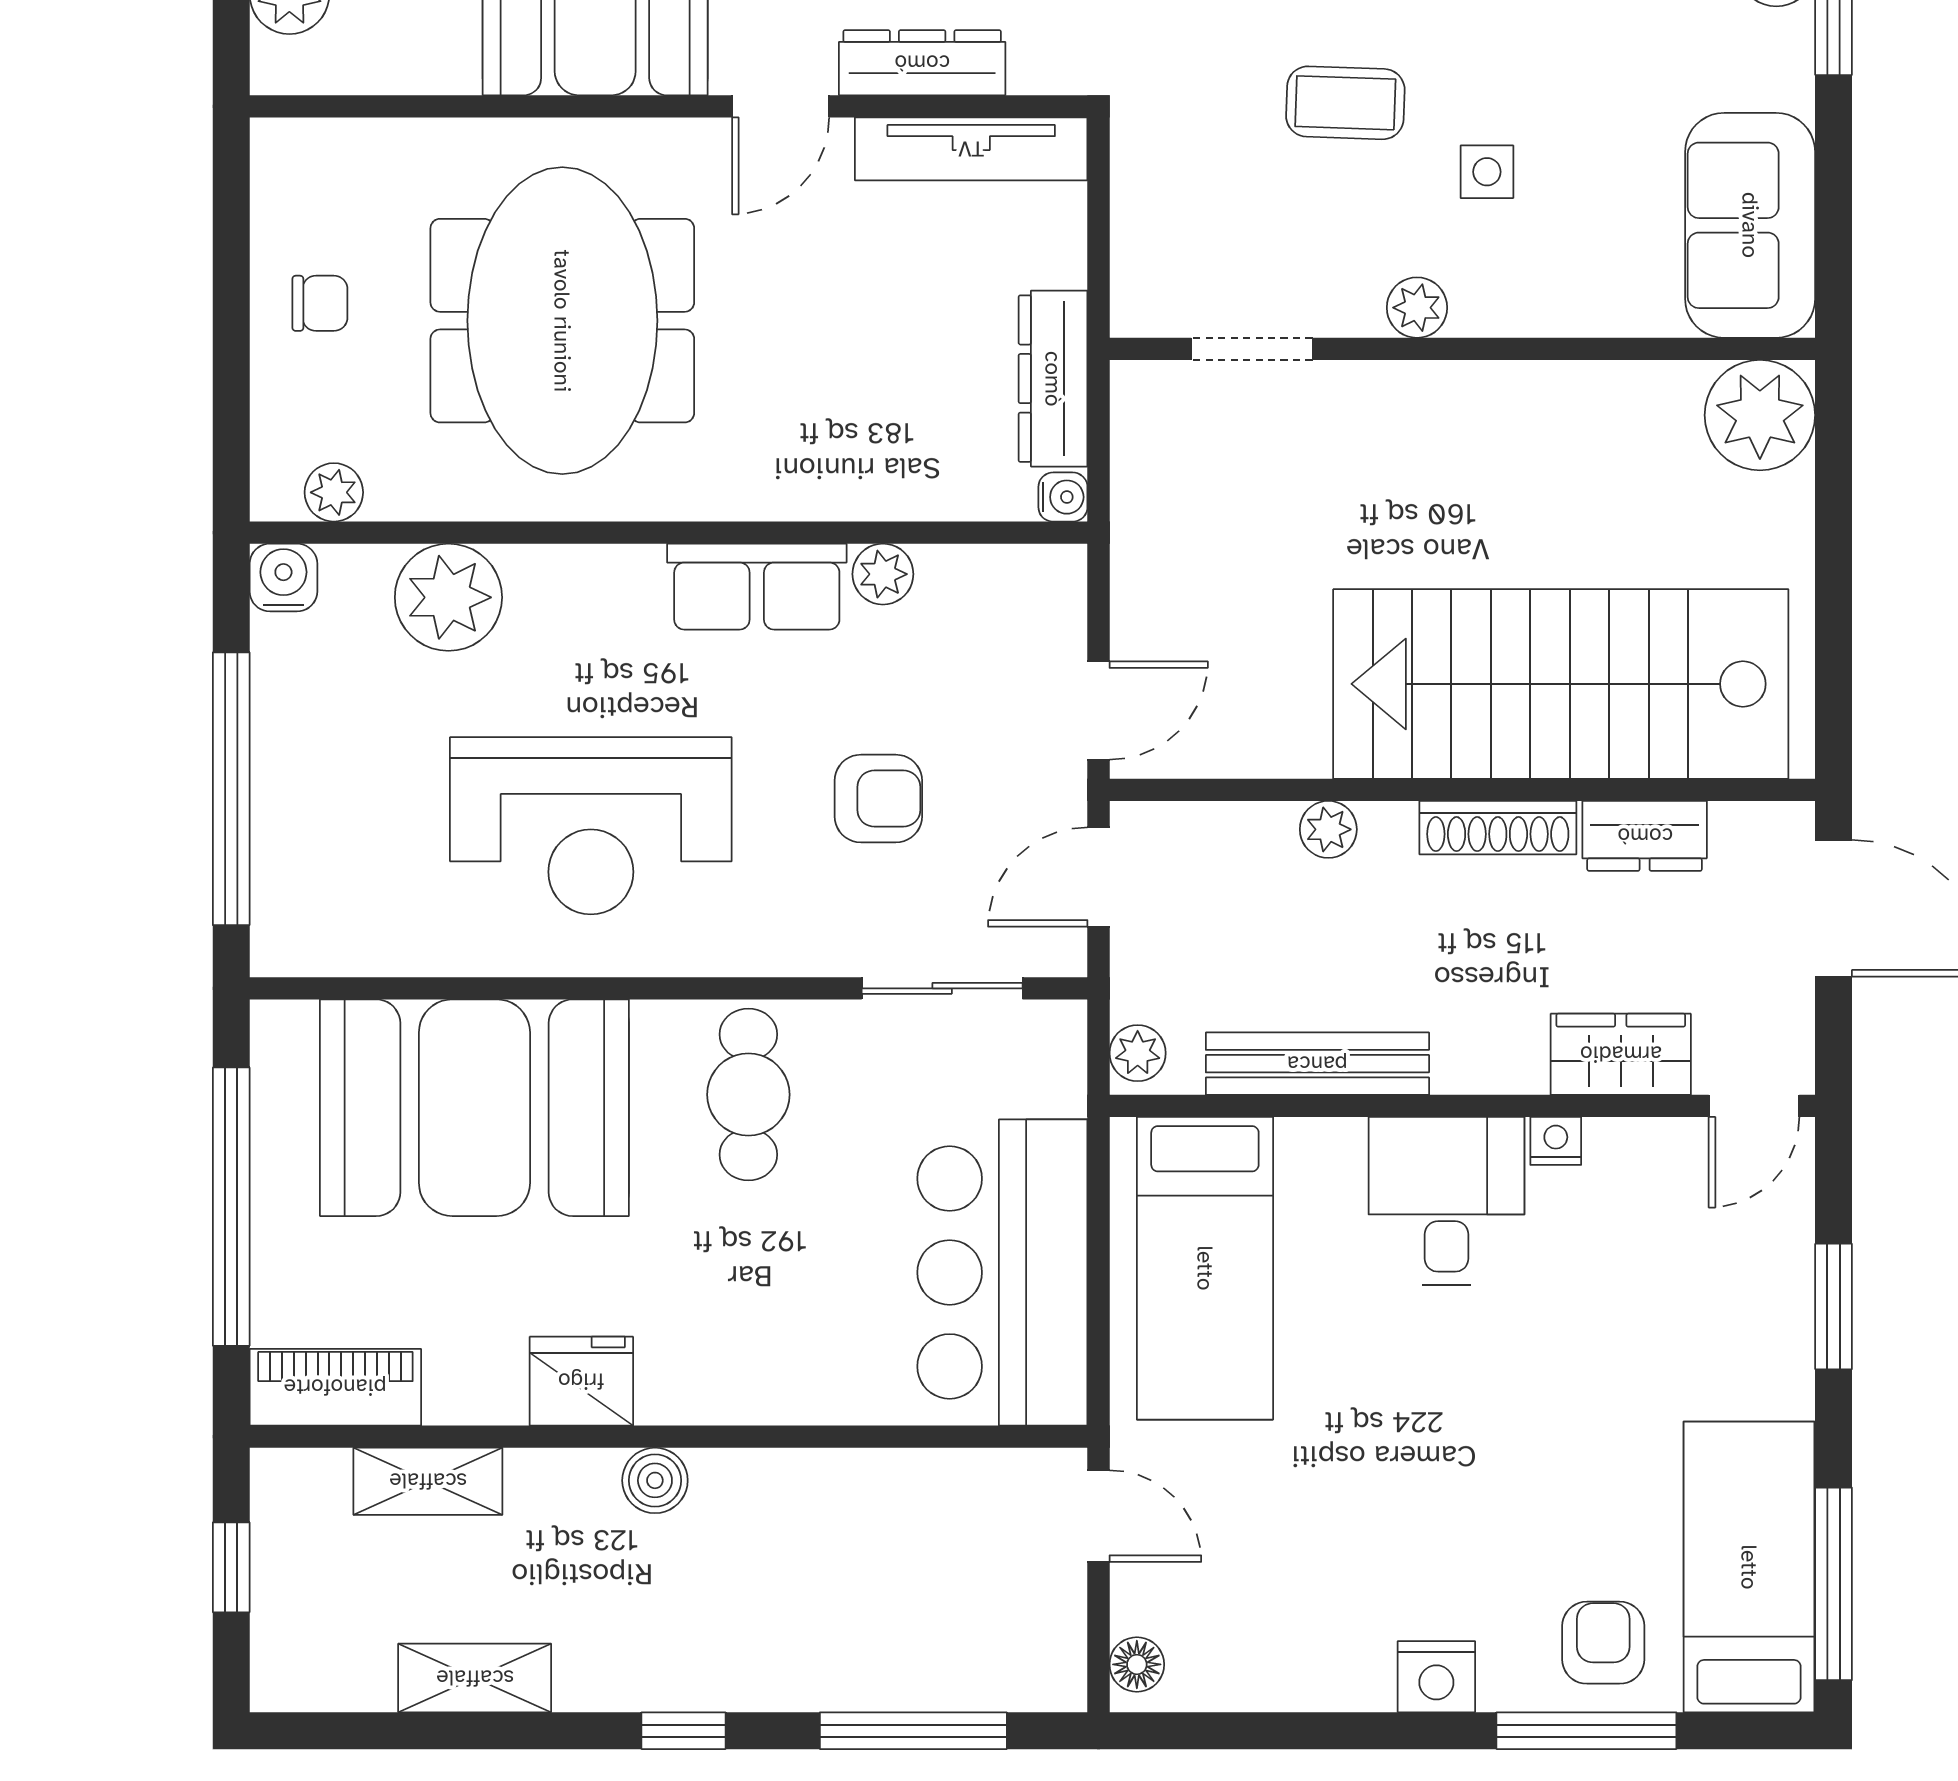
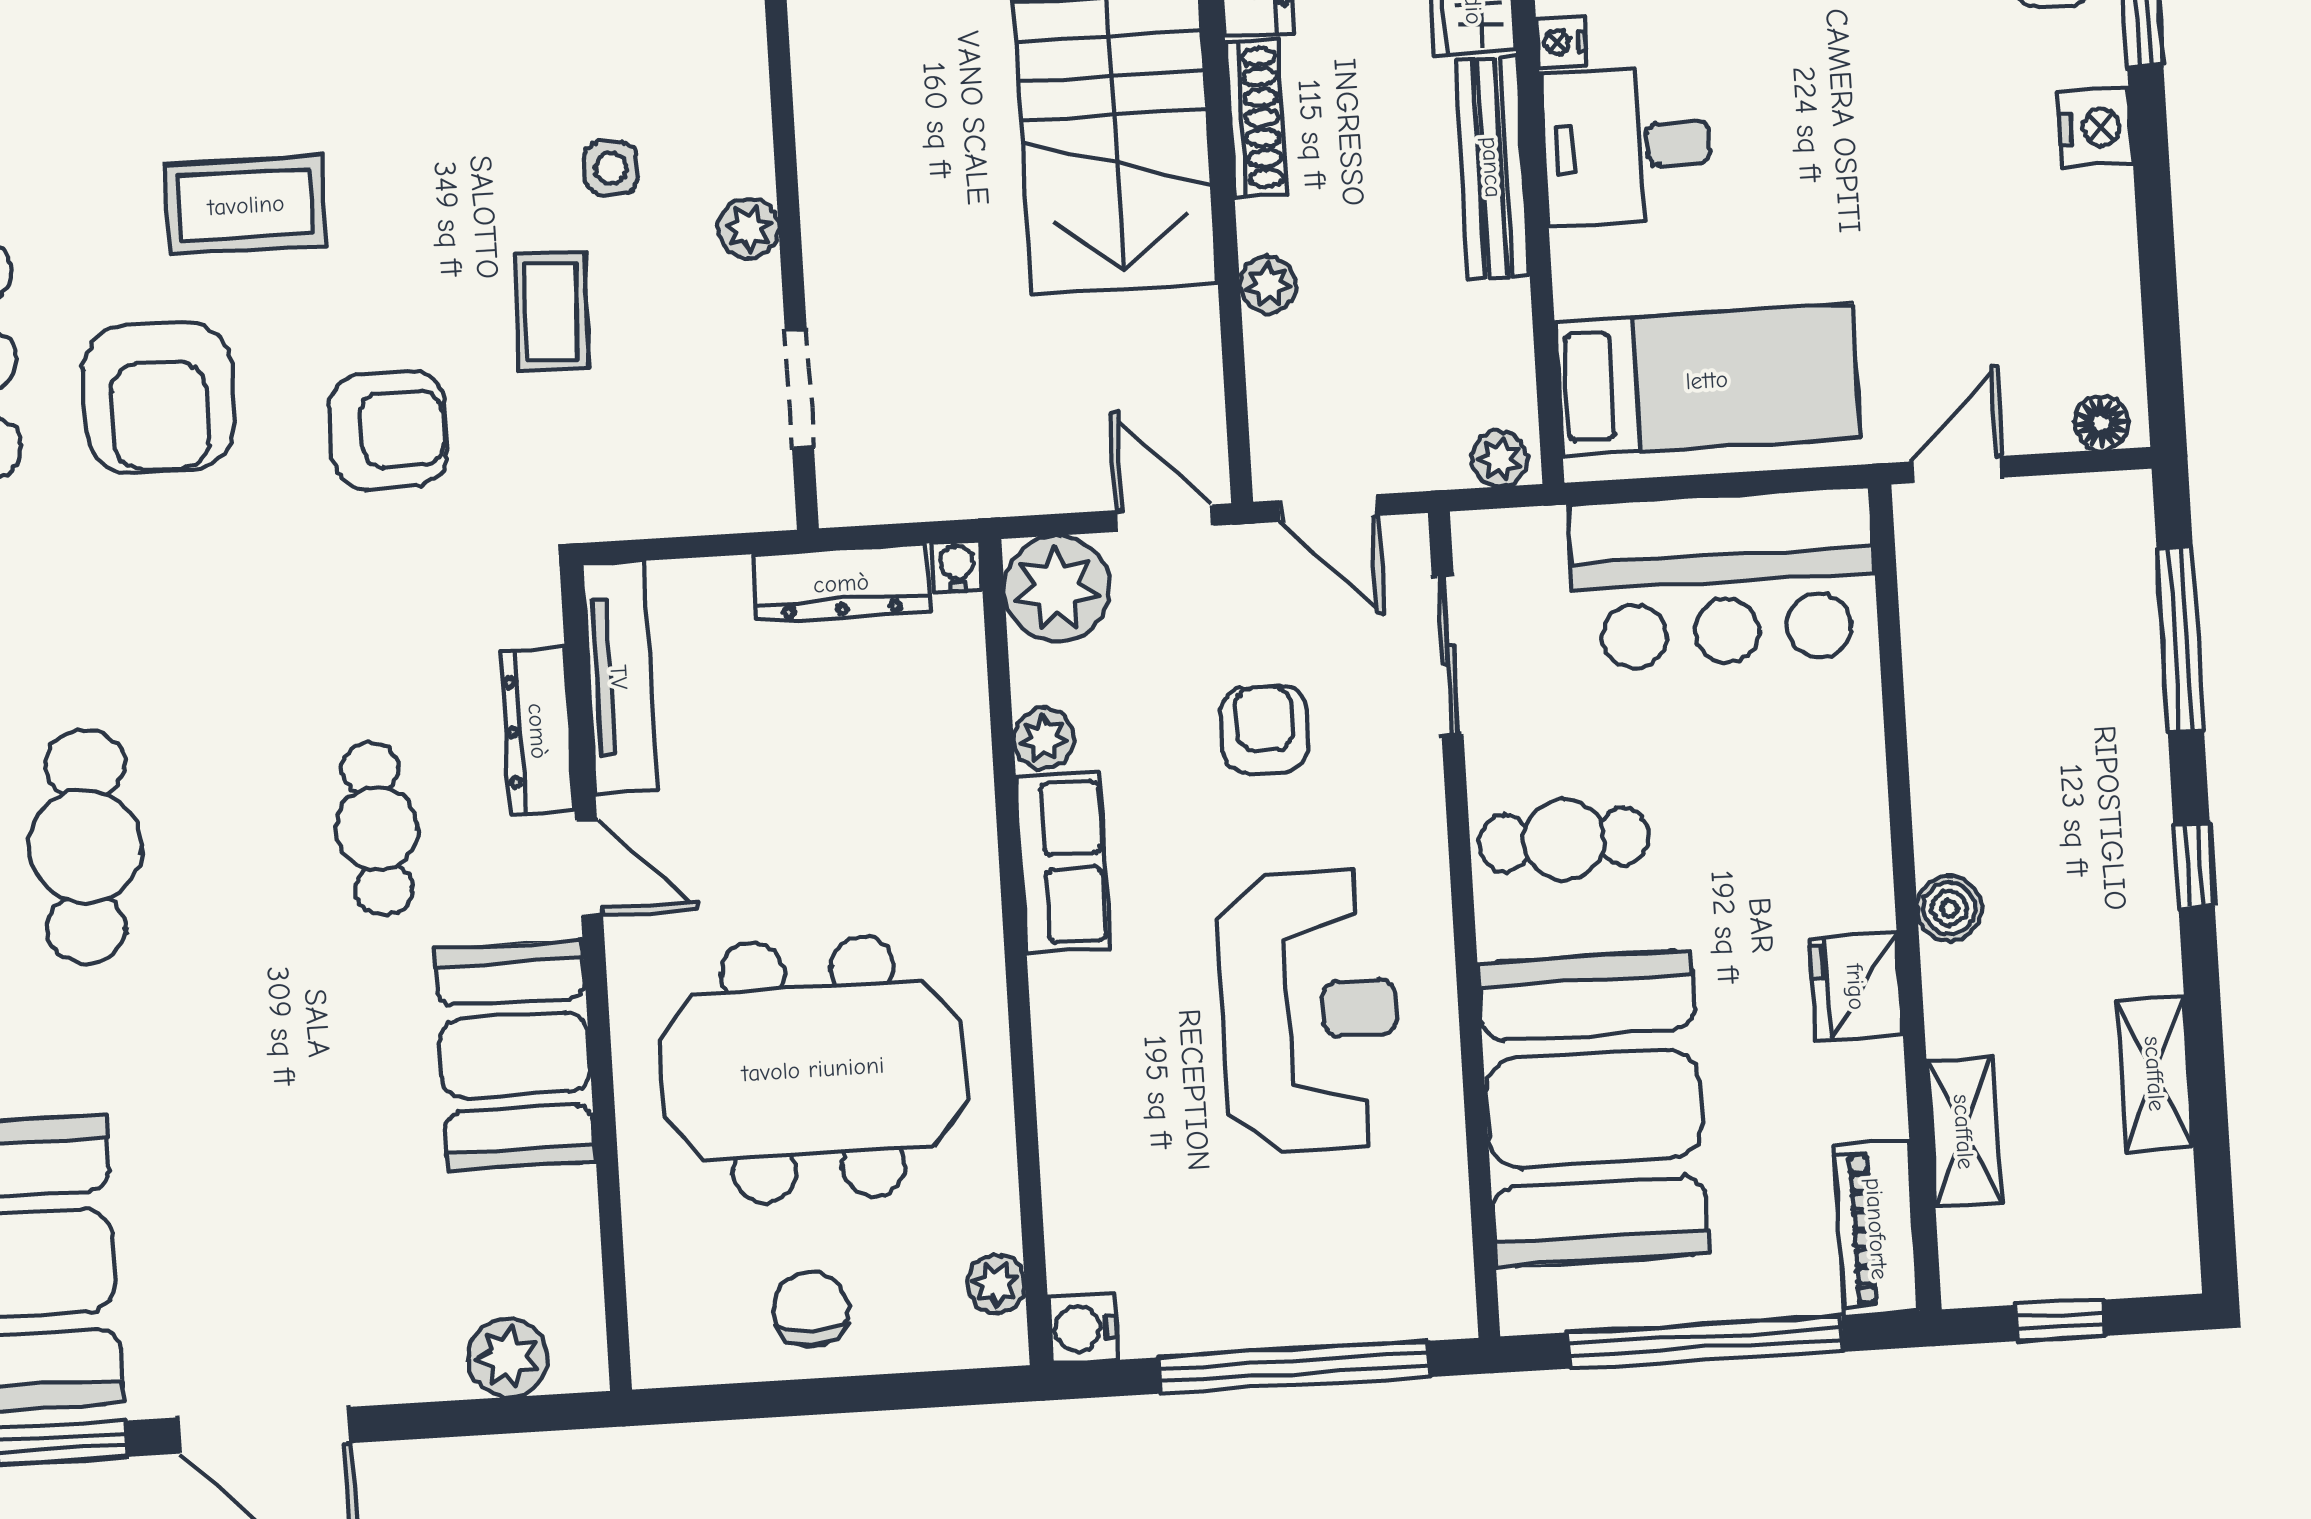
chair: (320, 303) -> (811, 1309), width x1.37, depth x1.37
plant: (448, 597) -> (1057, 589), moved
bench: (1317, 1064) -> (1492, 167), moved

